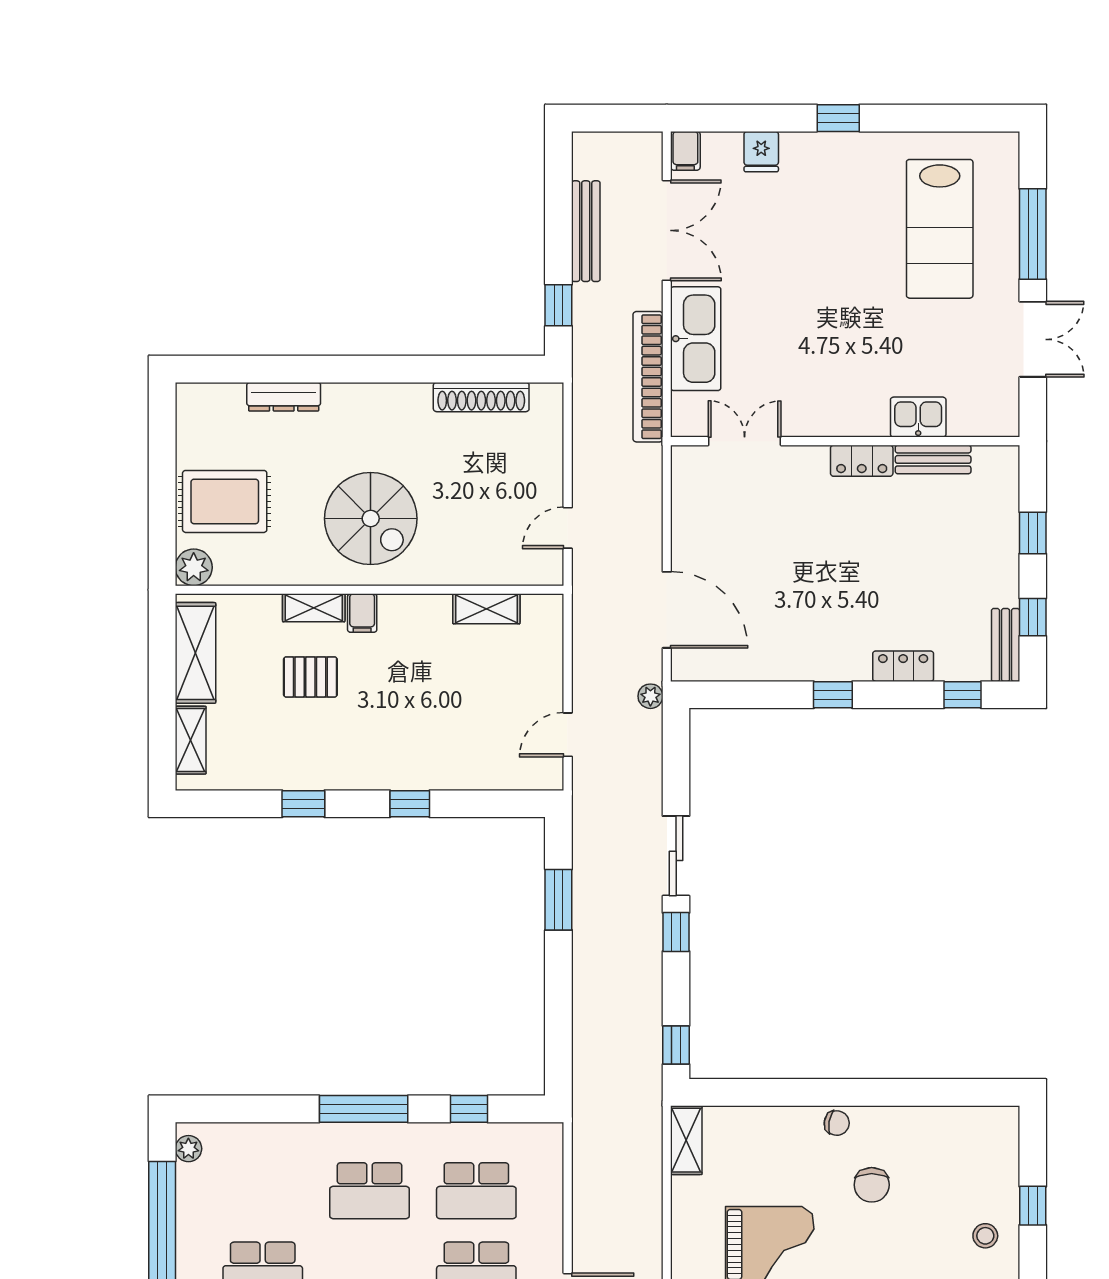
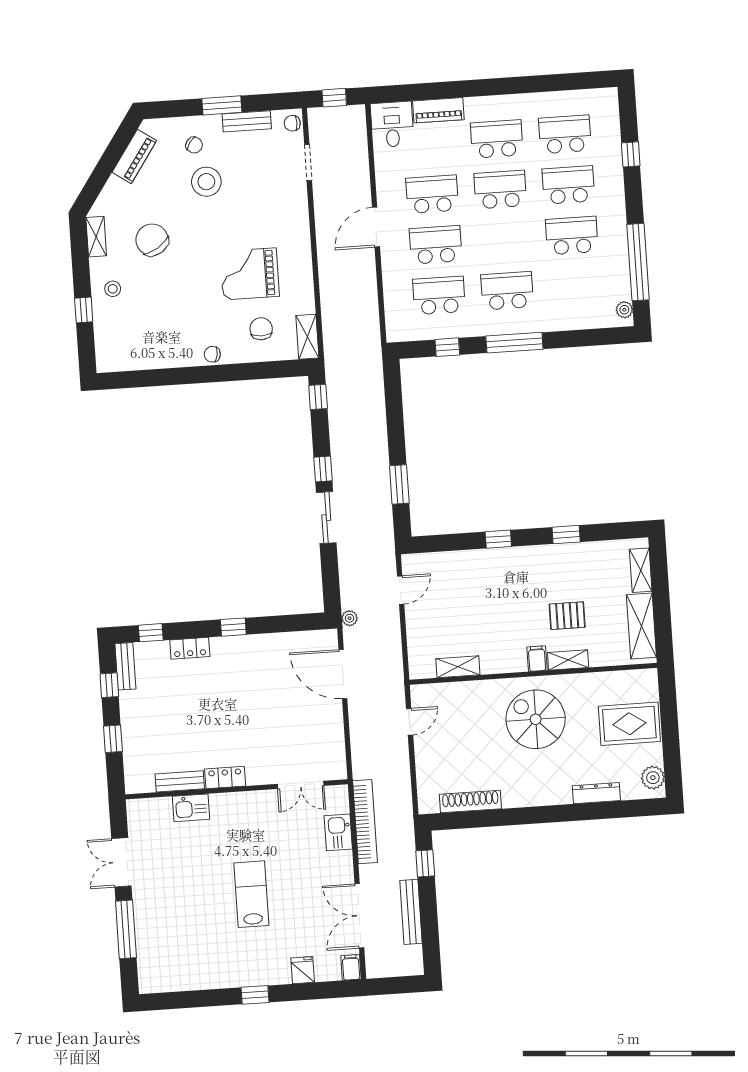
lab bench: (940, 229) -> (251, 894), moved, width x0.73, depth x0.72
kitchen sink: (696, 339) -> (338, 832), width x0.53, depth x0.81
plant: (194, 567) -> (653, 778), moved
chair: (872, 1185) -> (261, 329), moved

